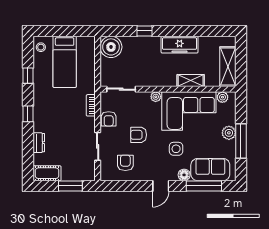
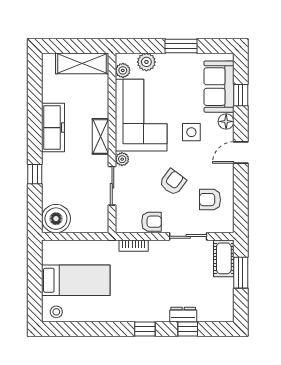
window: (28, 76) -> (188, 329), moved
shelving: (191, 80) -> (100, 136), moved
sliding door: (121, 89) -> (112, 186), moved
plant: (229, 133) -> (146, 62), moved
armchair: (139, 135) -> (173, 182), turned -143
window: (241, 141) -> (181, 46), width x0.69
cot: (47, 173) -> (224, 258), moved
door: (161, 186) -> (241, 153), swing flipped
window: (204, 186) -> (241, 95), width x0.46

